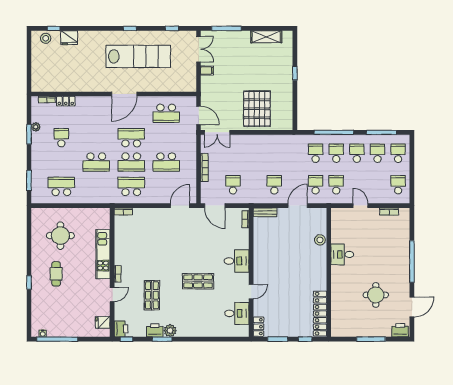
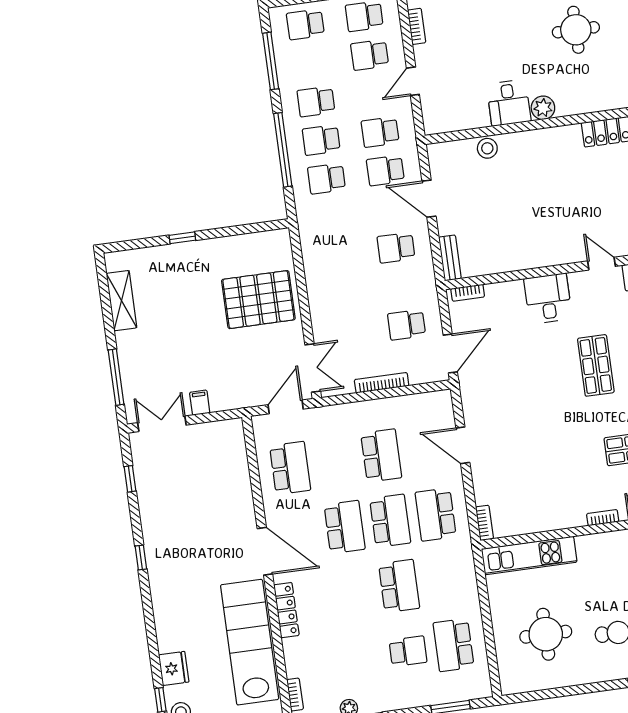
lab bench: (138, 56) -> (250, 642), moved
locker: (66, 101) -> (286, 610), moved, width x1.53
school desk: (61, 138) -> (408, 651), moved, turned 180
school desk: (131, 138) -> (345, 527), turned 180
school desk: (377, 153) -> (370, 55), moved
door: (180, 206) -> (463, 445), moved
kitchen unit: (103, 254) -> (529, 555), moved
plant: (337, 272) -> (543, 108), added

